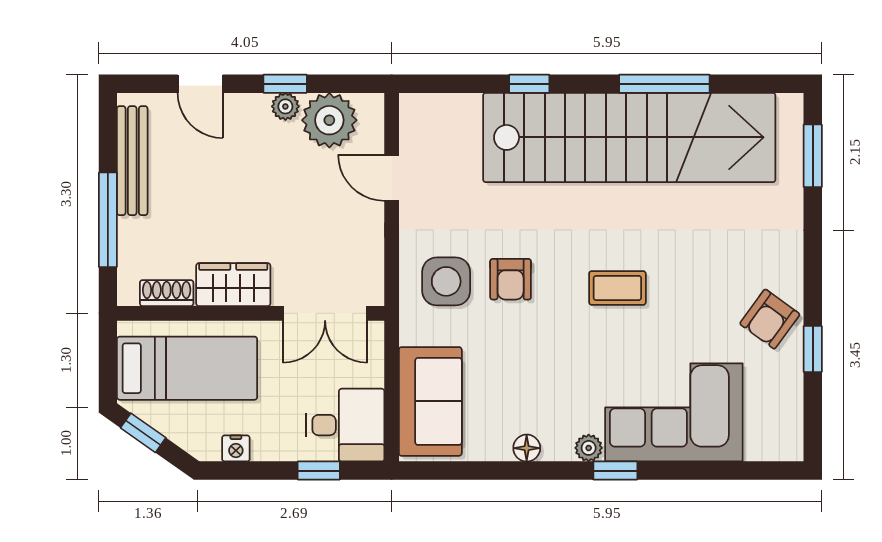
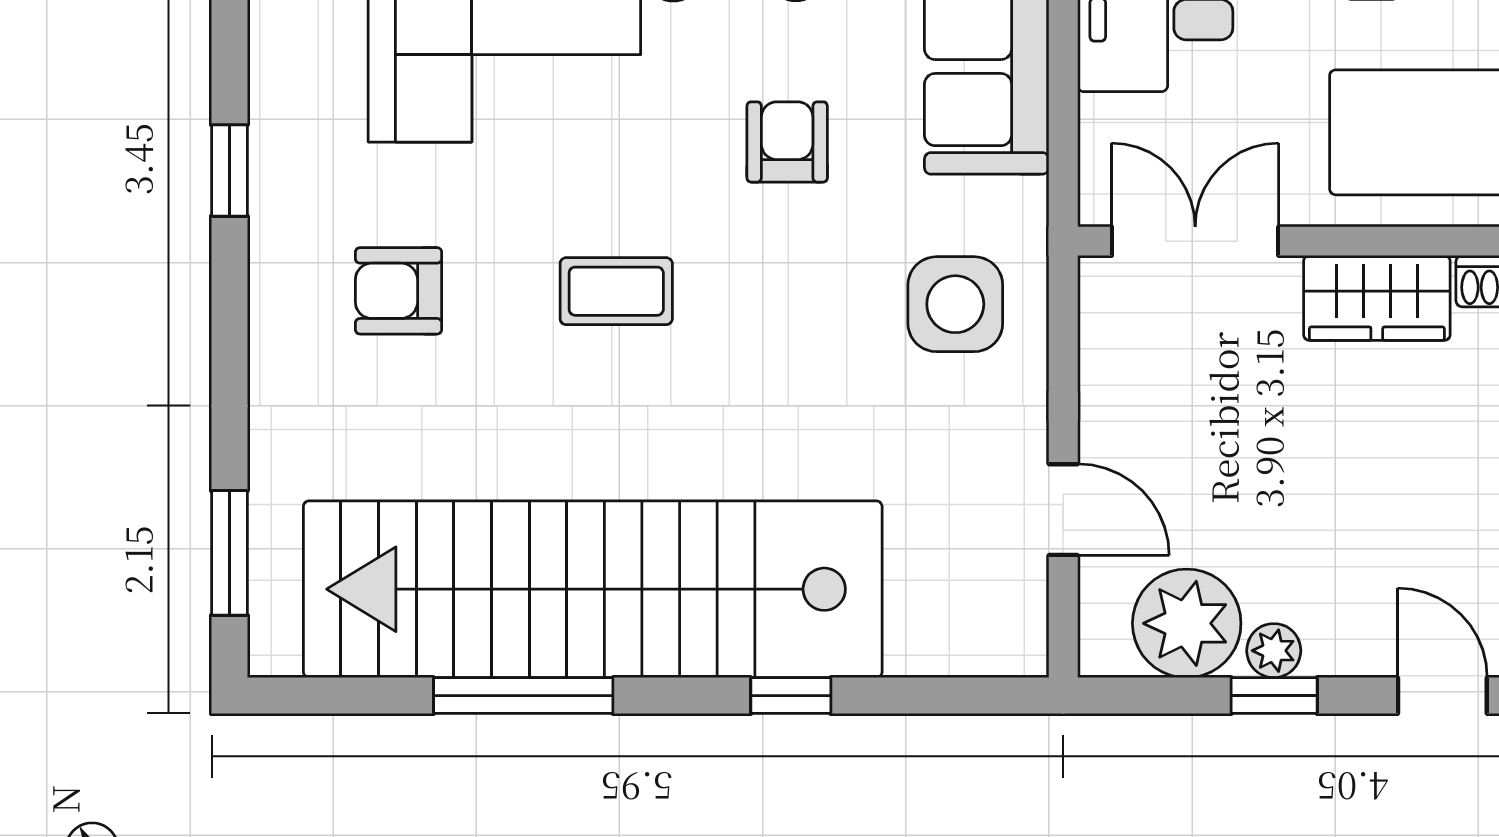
armchair: (511, 279) -> (787, 142), moved
armchair: (770, 319) -> (399, 291), moved, turned -126

